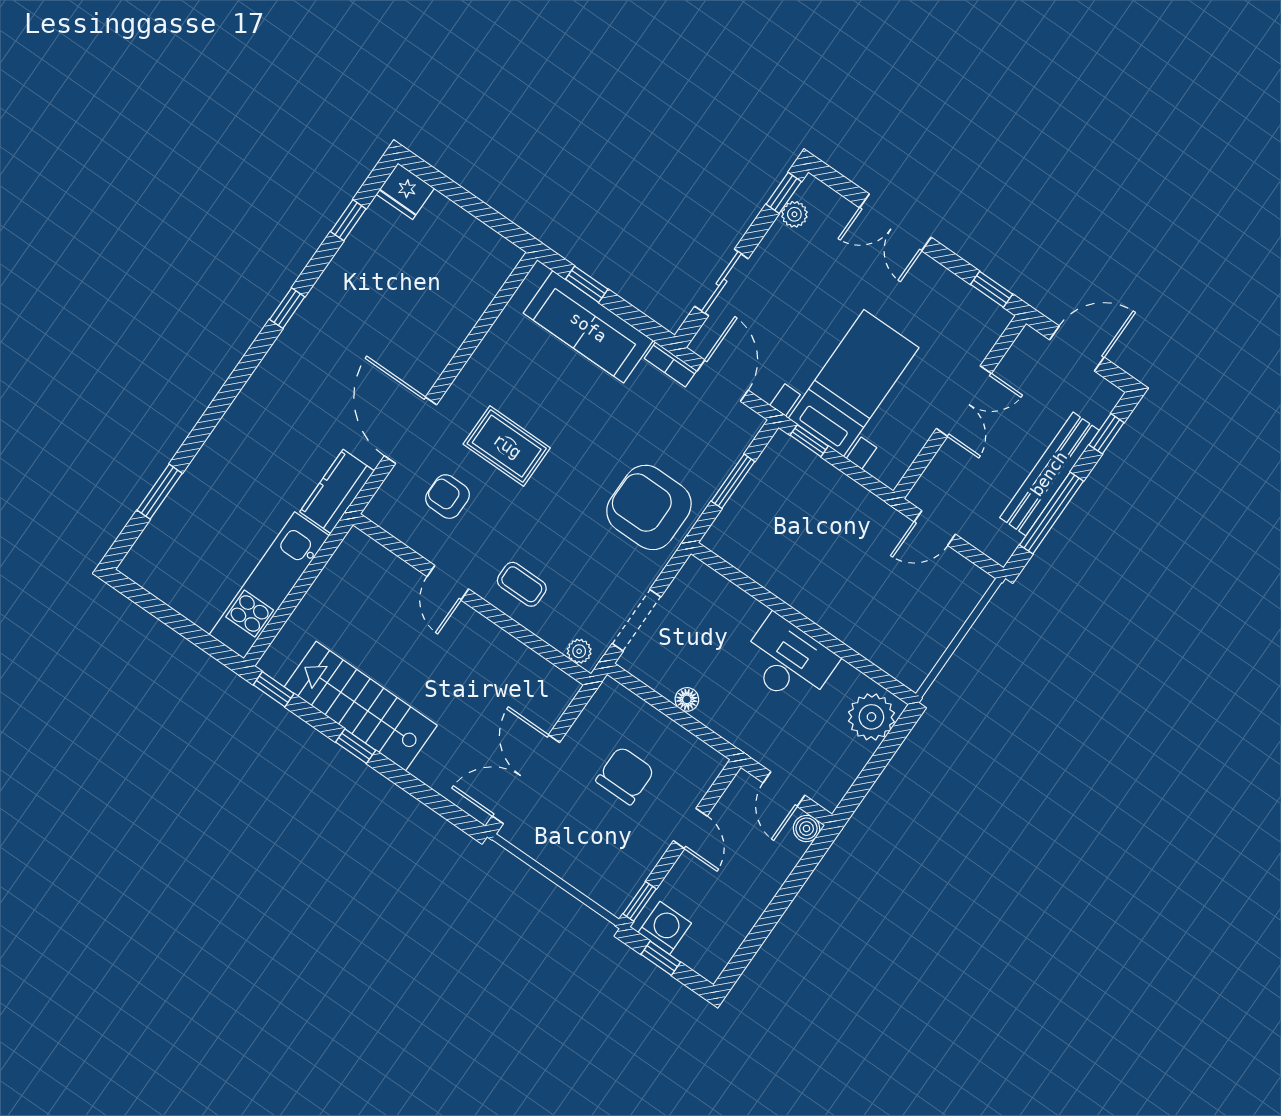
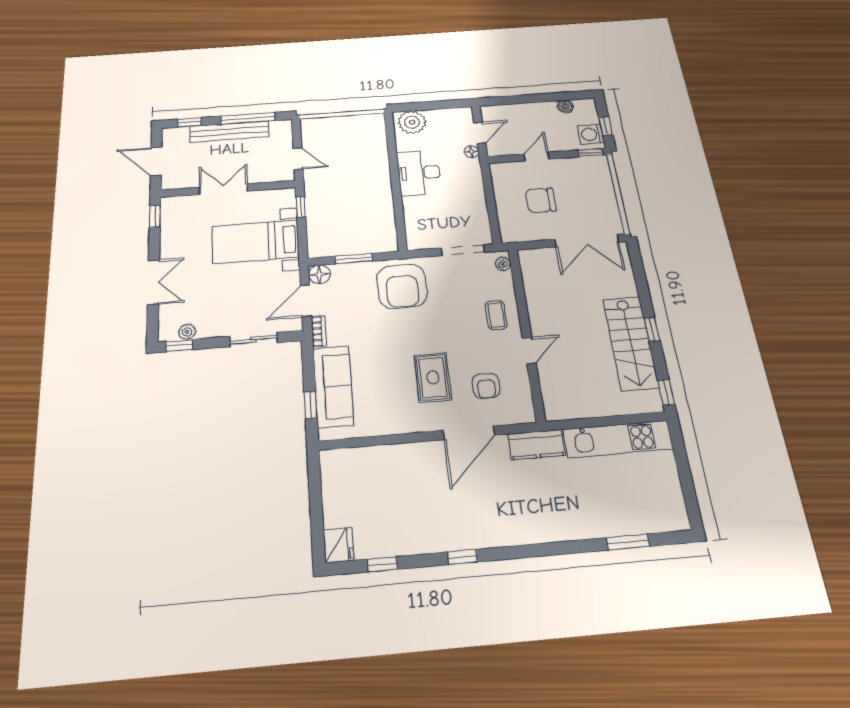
floor lamp: (745, 424) -> (319, 274), added
window: (809, 441) -> (301, 207), moved
floor lamp: (687, 699) -> (472, 152), moved
boiler: (806, 828) -> (565, 106), moved

